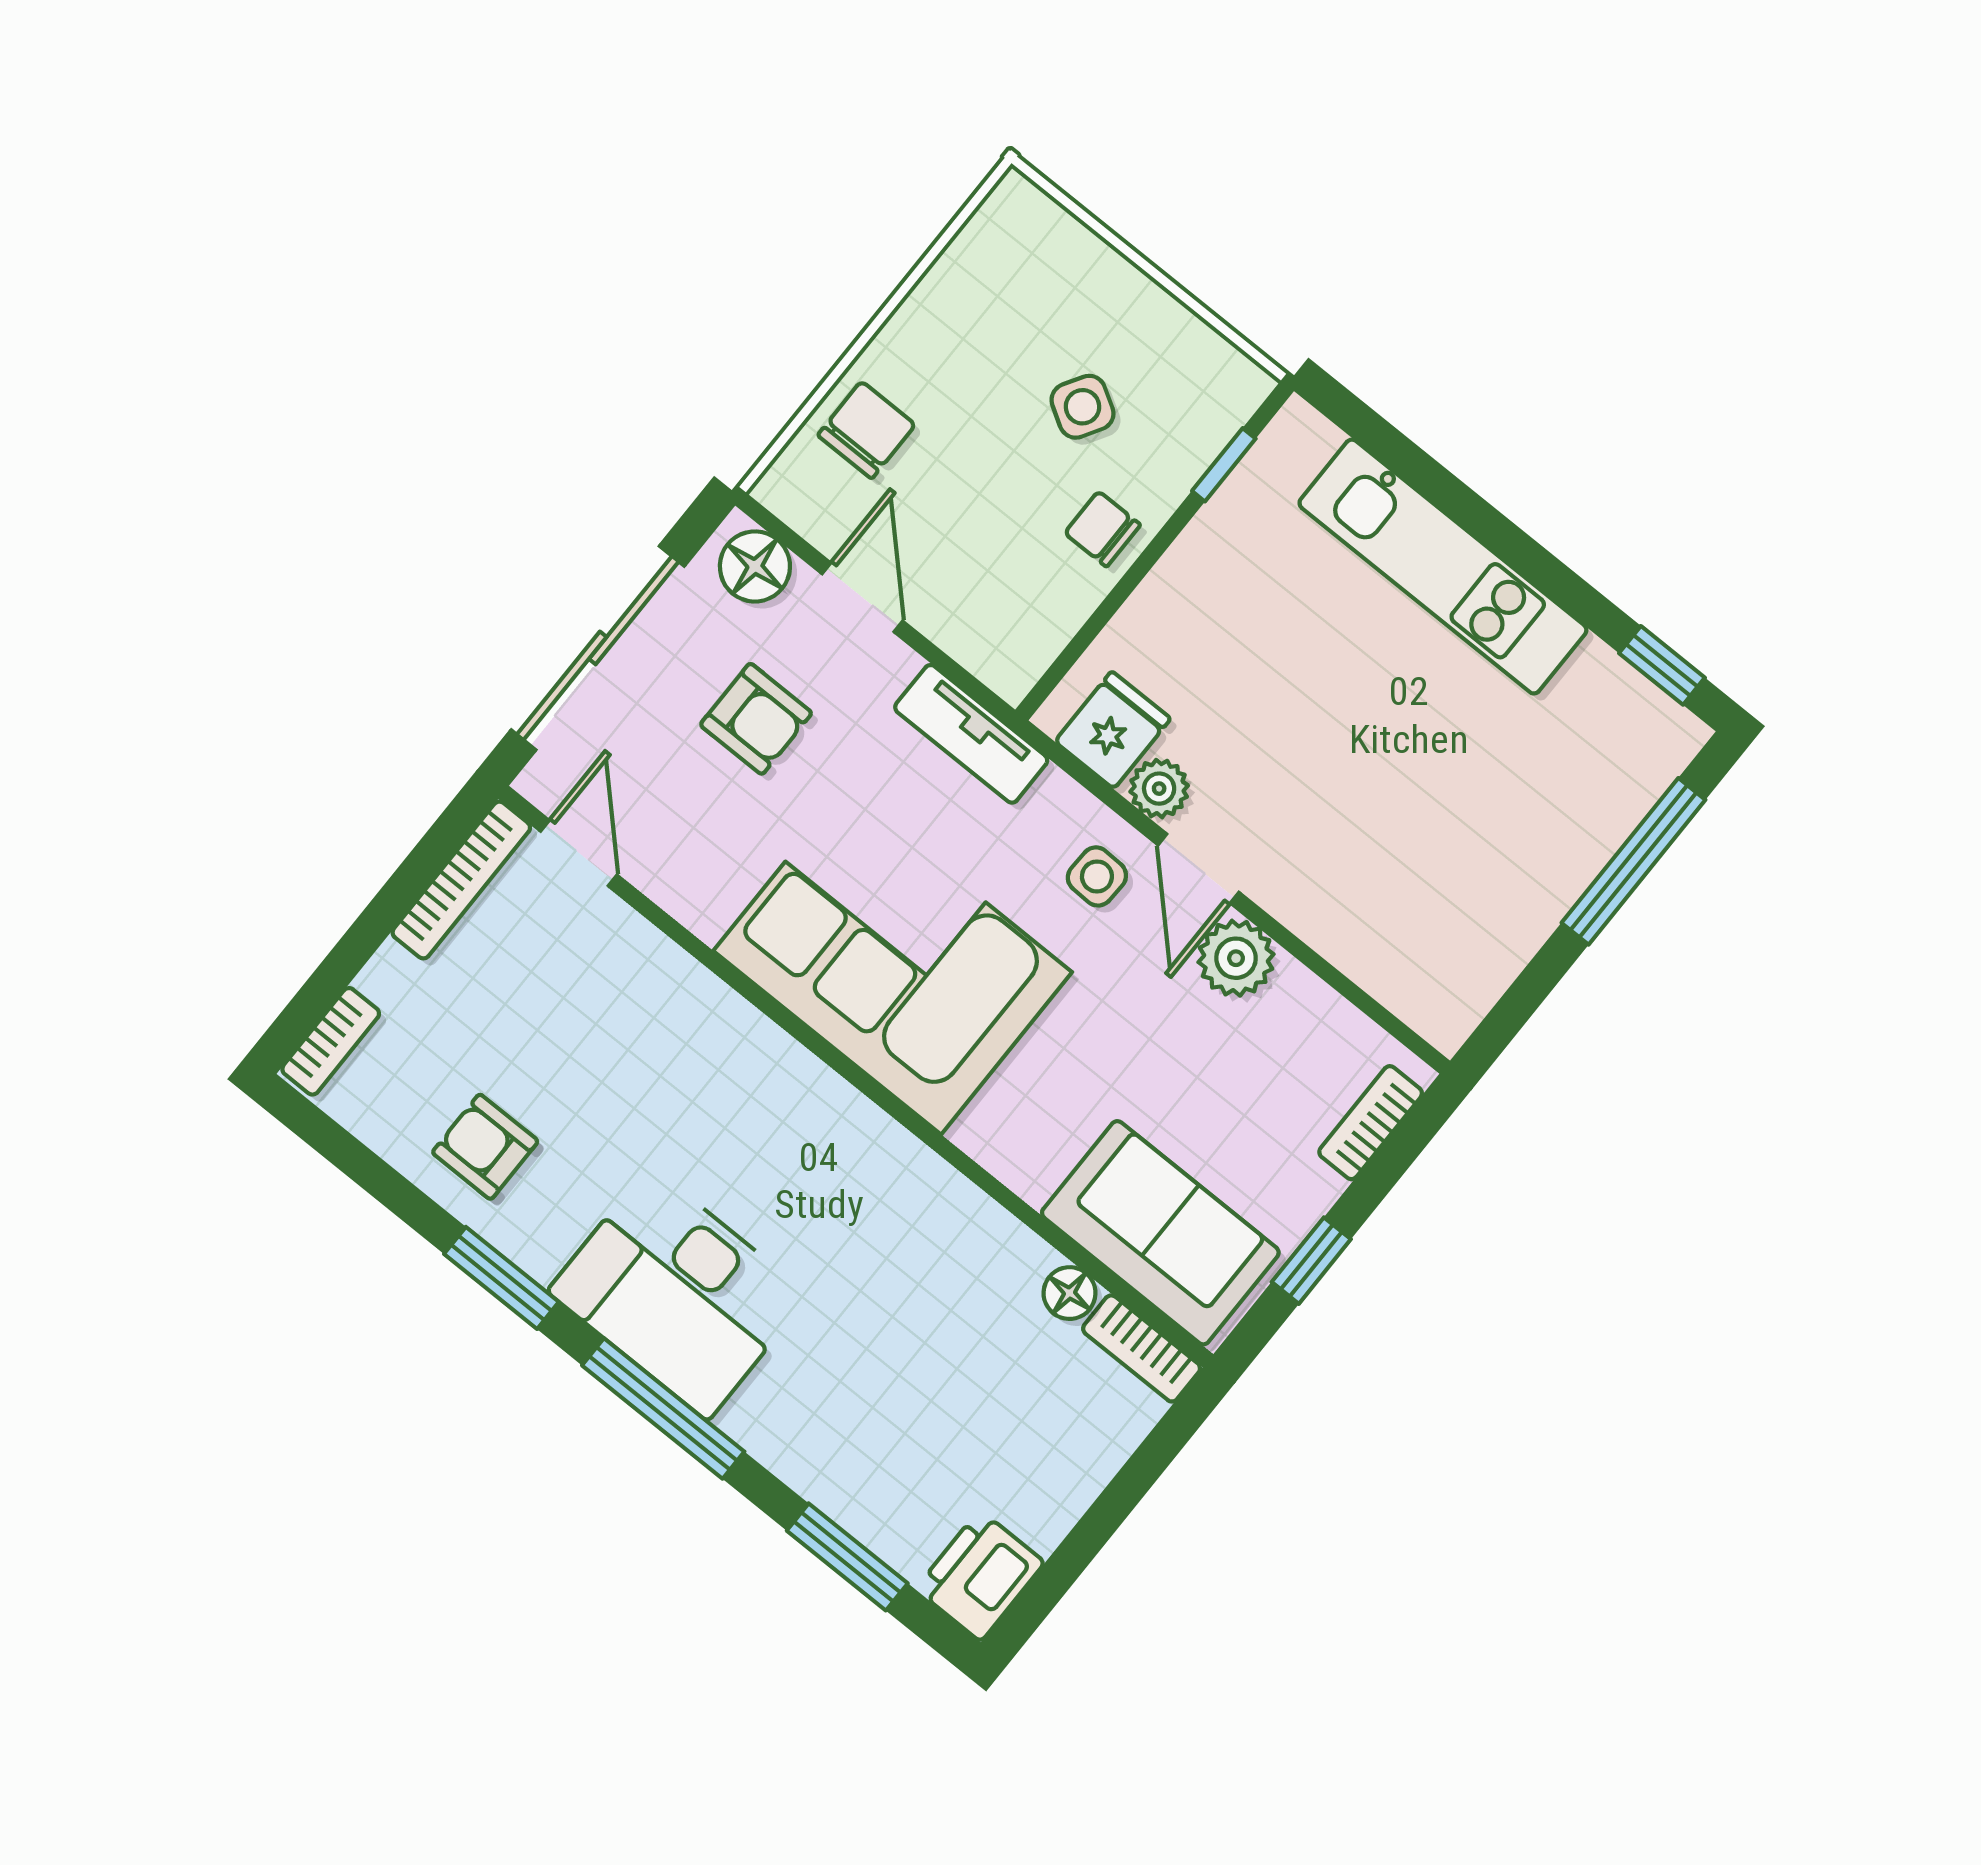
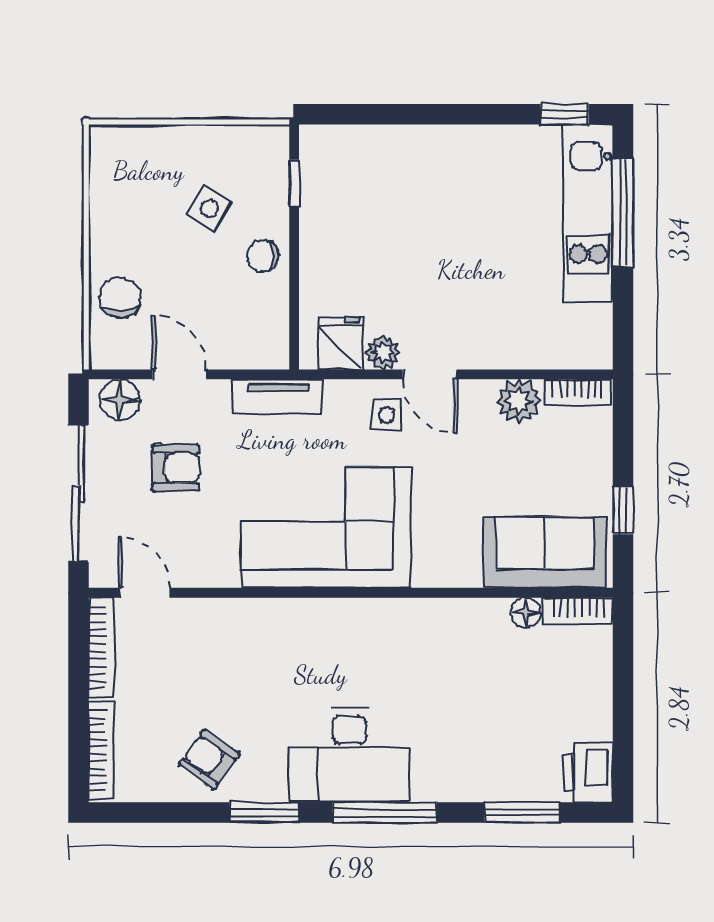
kitchen unit: (1443, 567) -> (588, 213), moved, turned 90
plant: (1236, 958) -> (519, 401), moved
bookcase: (331, 1041) -> (101, 750), width x1.56
bookcase: (1371, 1123) -> (577, 393), moved, turned -90
armchair: (485, 1147) -> (209, 759), turned 36

